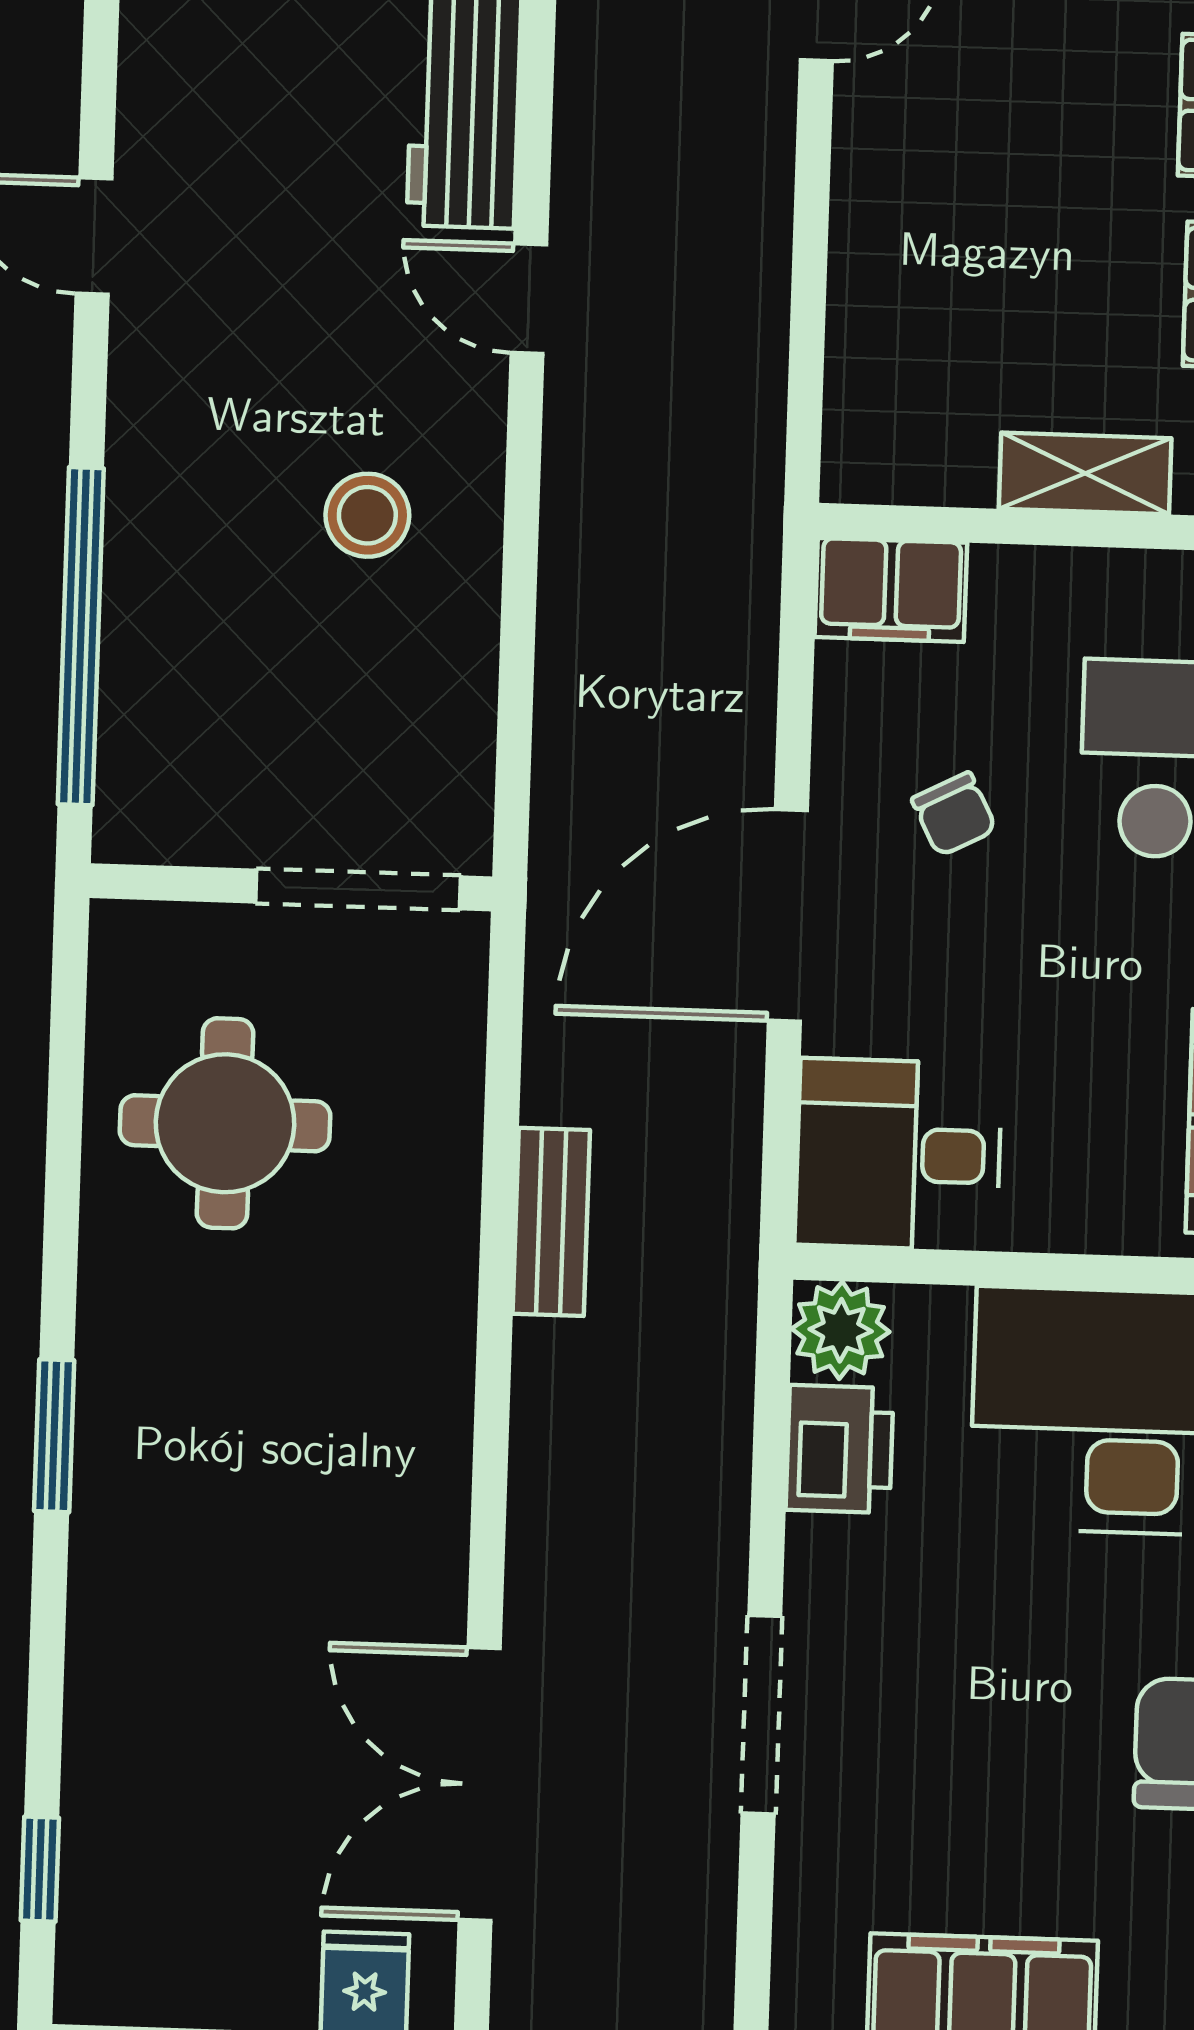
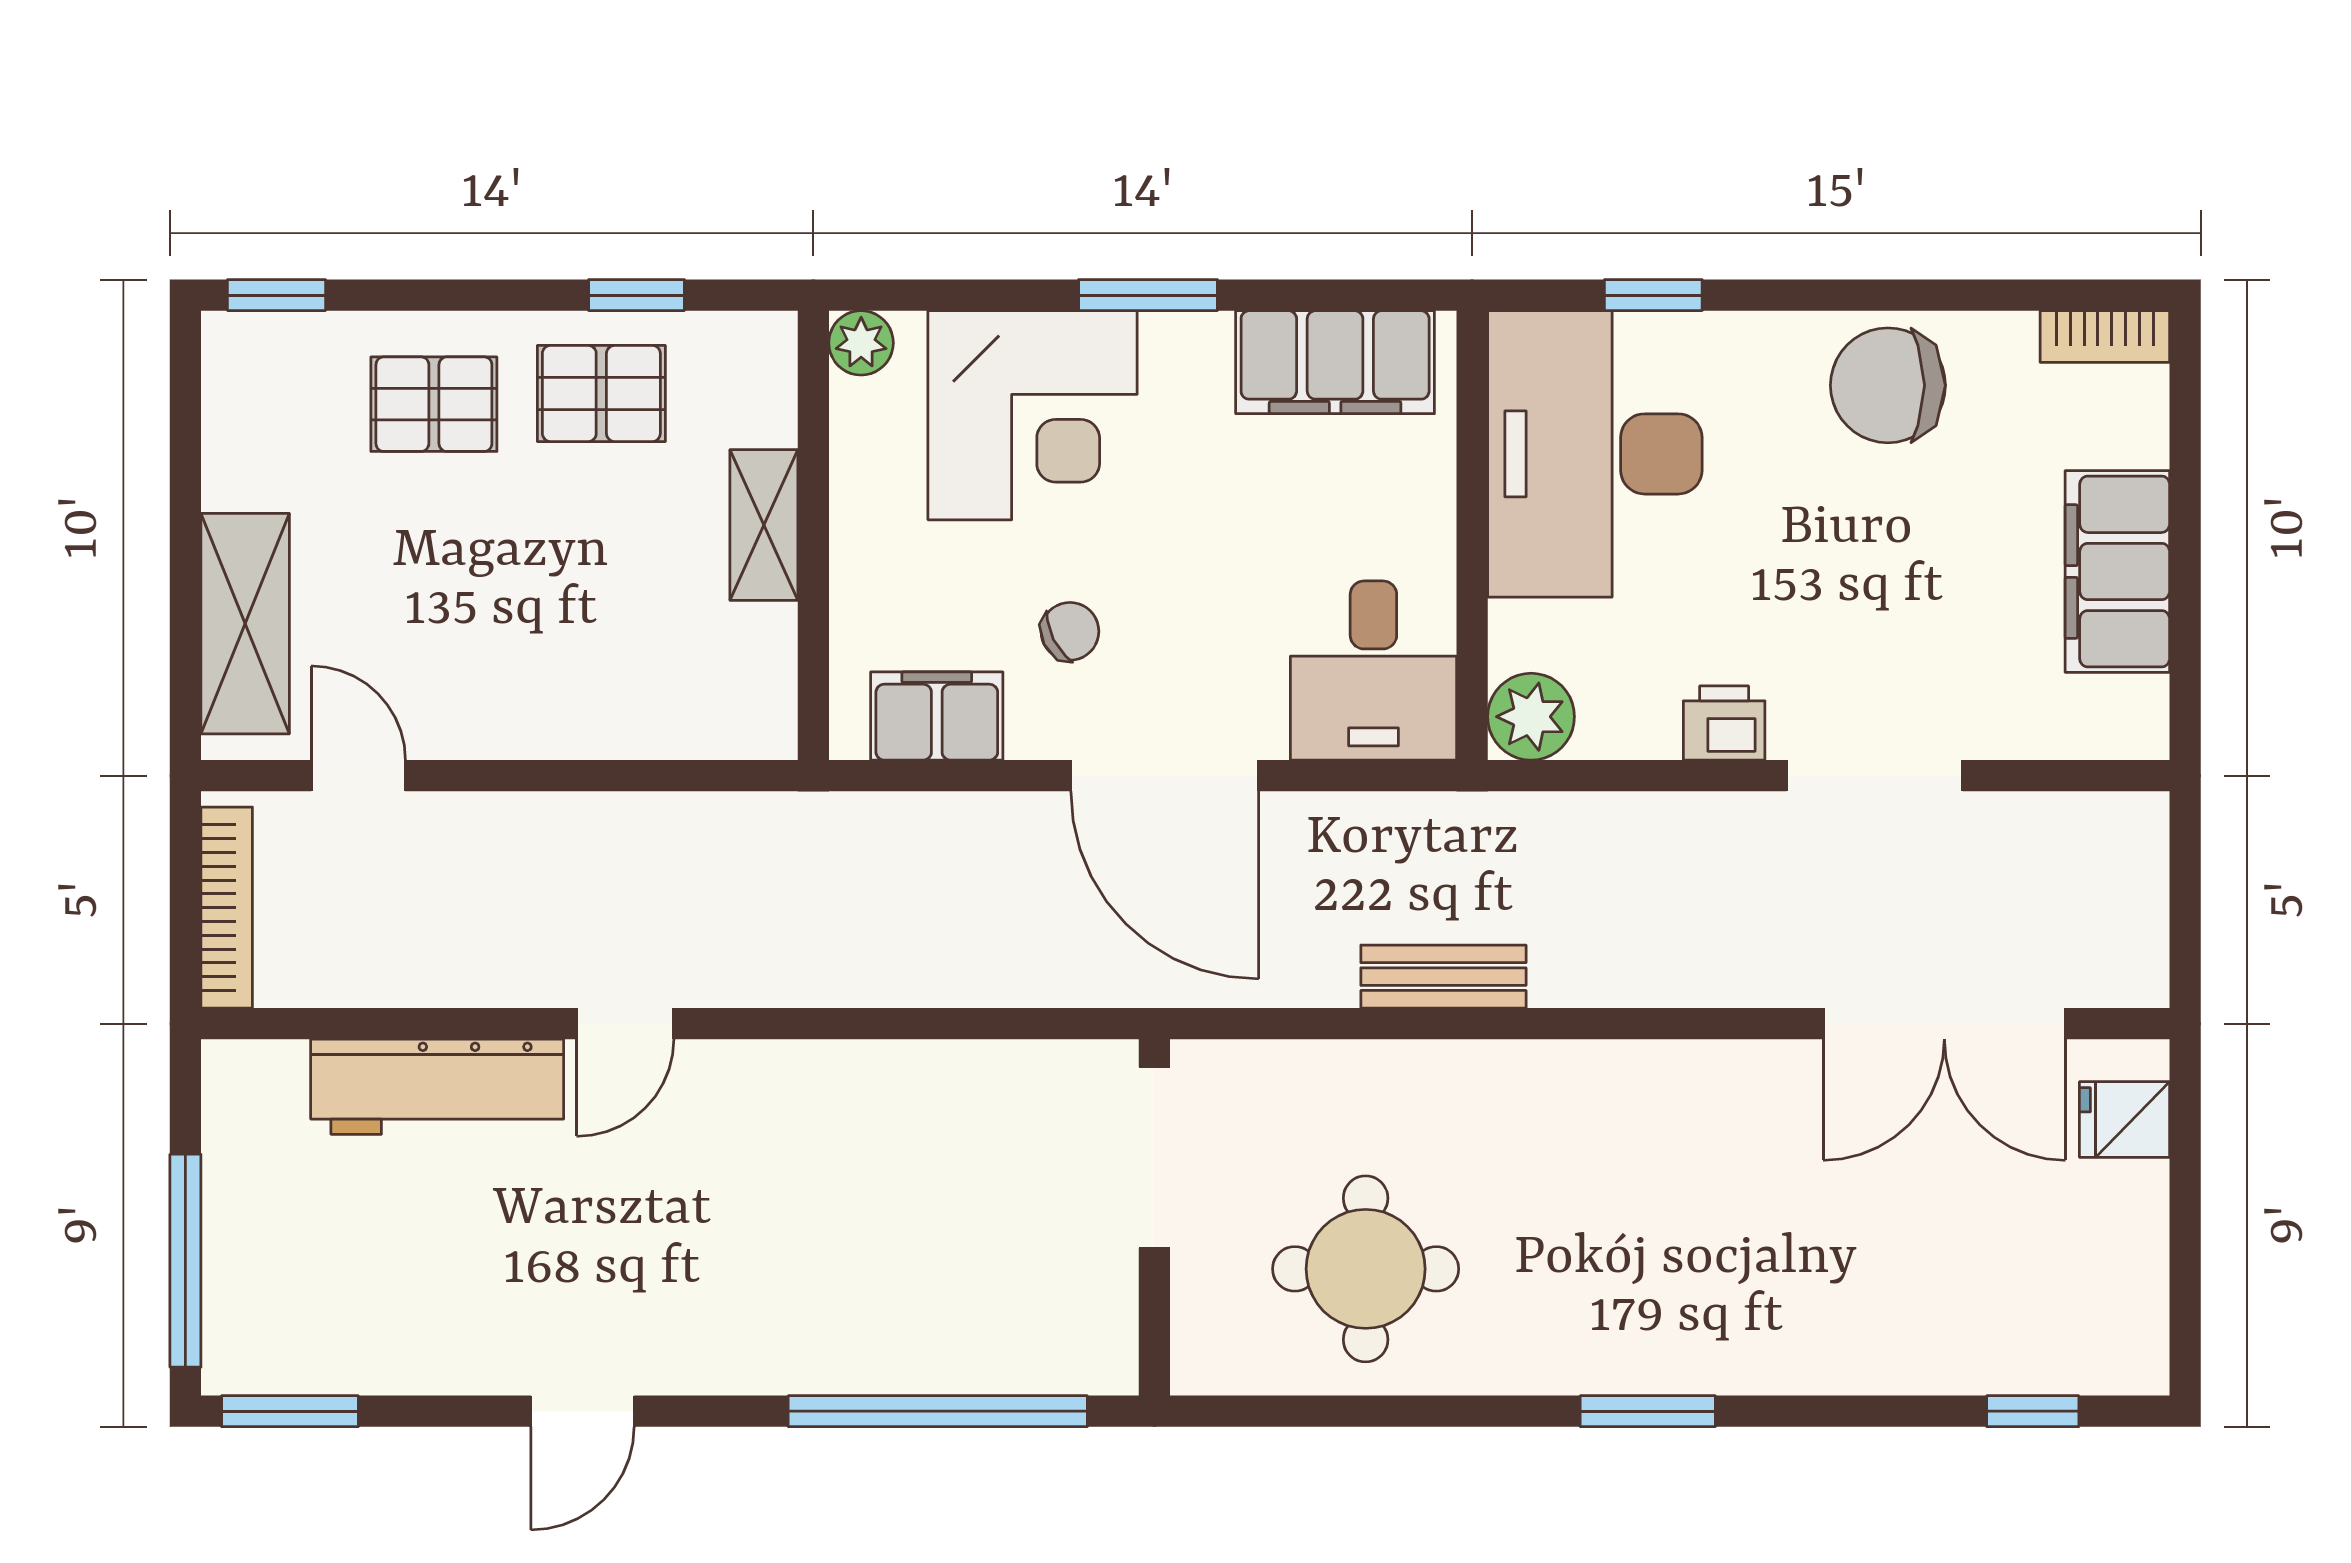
stool: (367, 515) -> (822, 1160), removed
filing cabinet: (891, 590) -> (937, 716), moved, turned -90
printer: (840, 1449) -> (1724, 723), moved, width x0.73, depth x0.81

